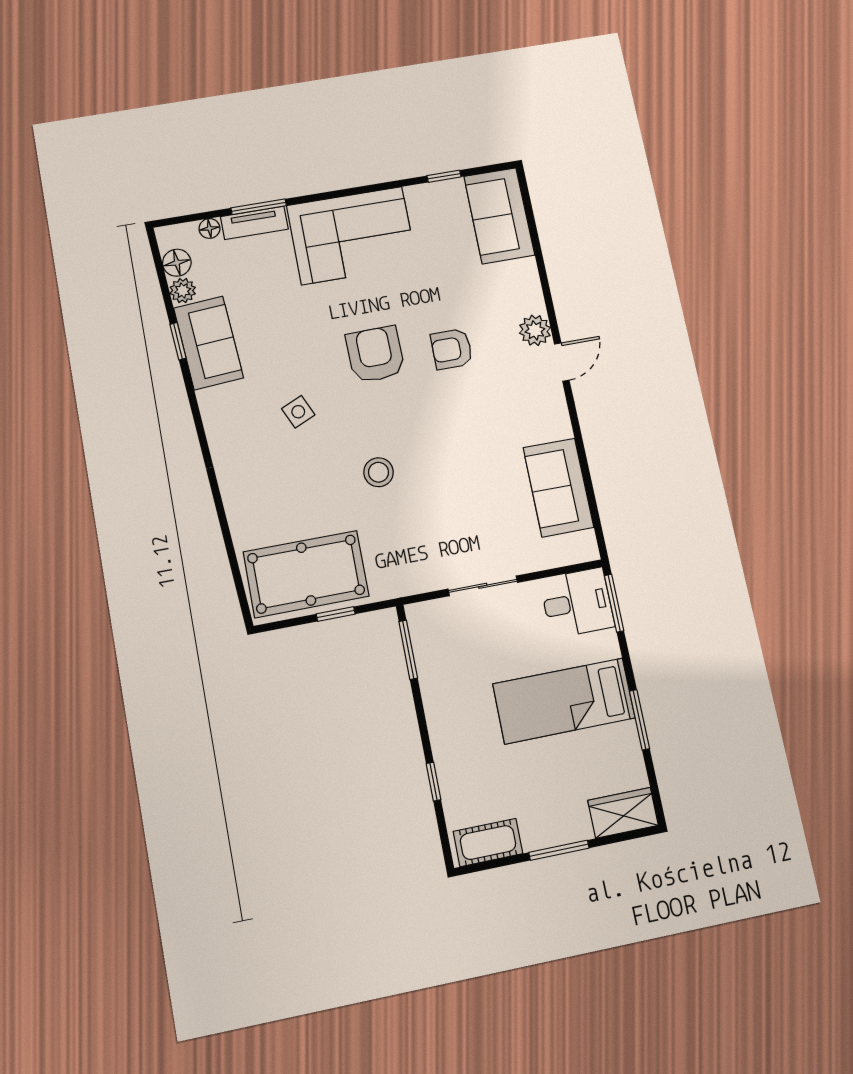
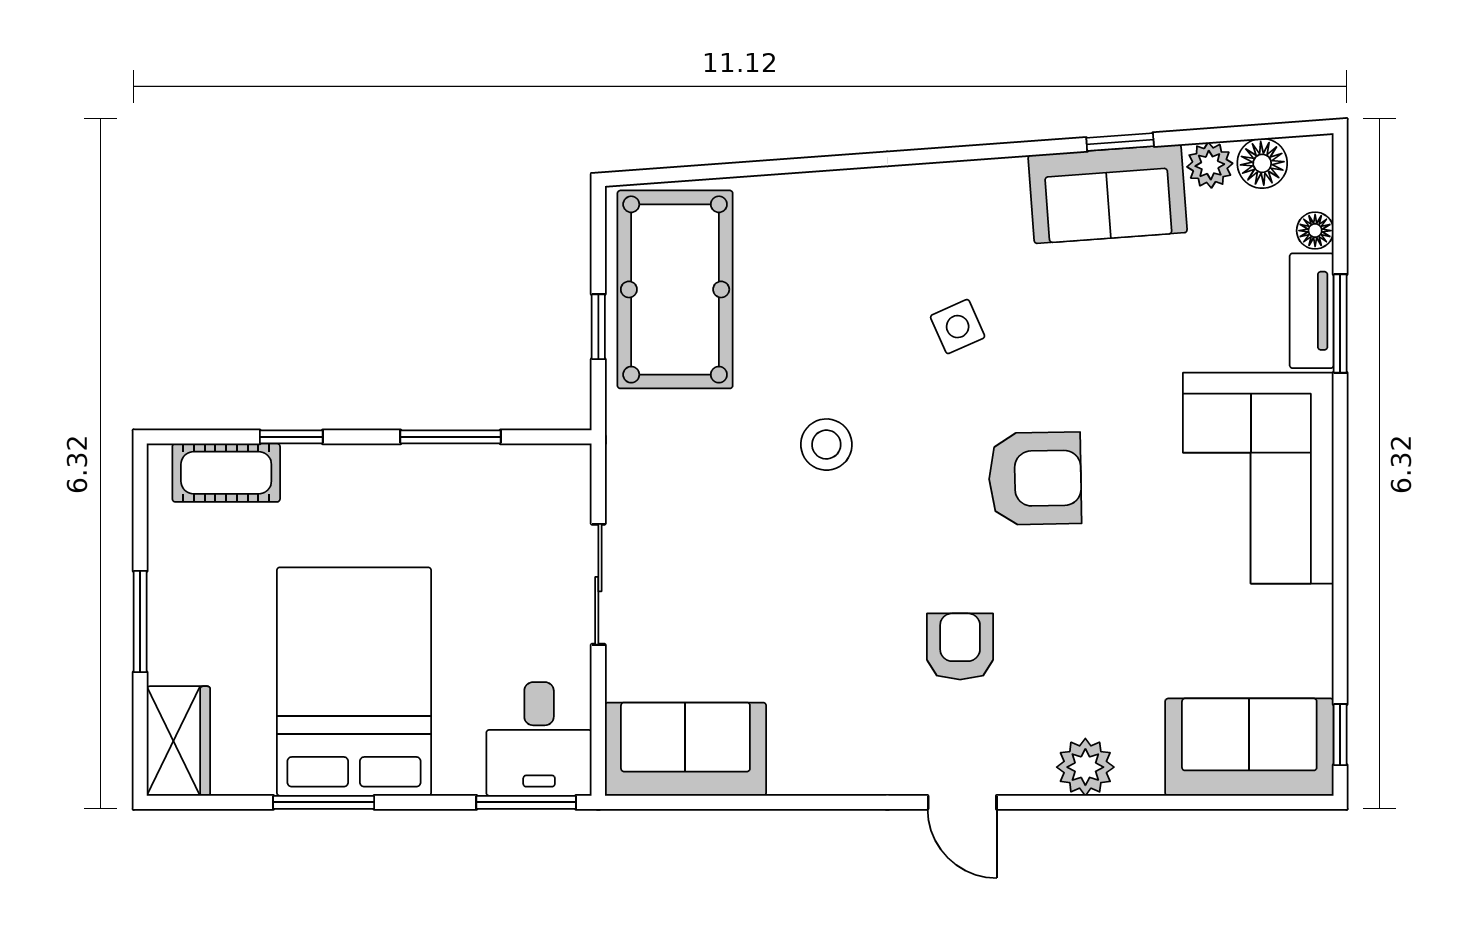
window: (444, 176) -> (1340, 735), moved
plant: (535, 330) -> (1085, 767), moved
armchair: (452, 349) -> (960, 647), moved
sofa: (558, 487) -> (685, 749), moved
window: (408, 650) -> (451, 437), moved
bed: (564, 701) -> (354, 682), width x1.50
cot: (488, 843) -> (226, 473), moved, turned 90

